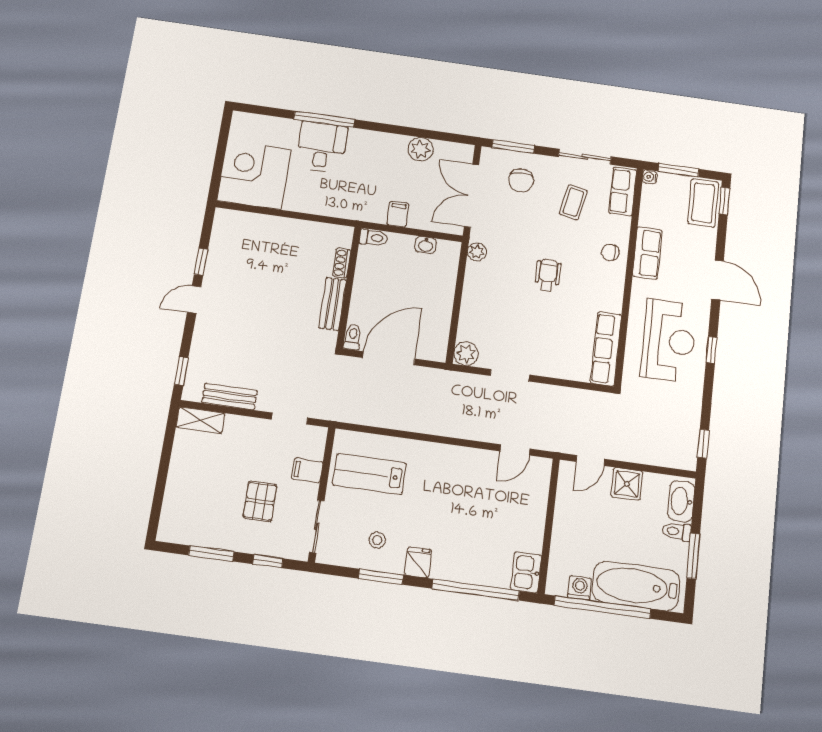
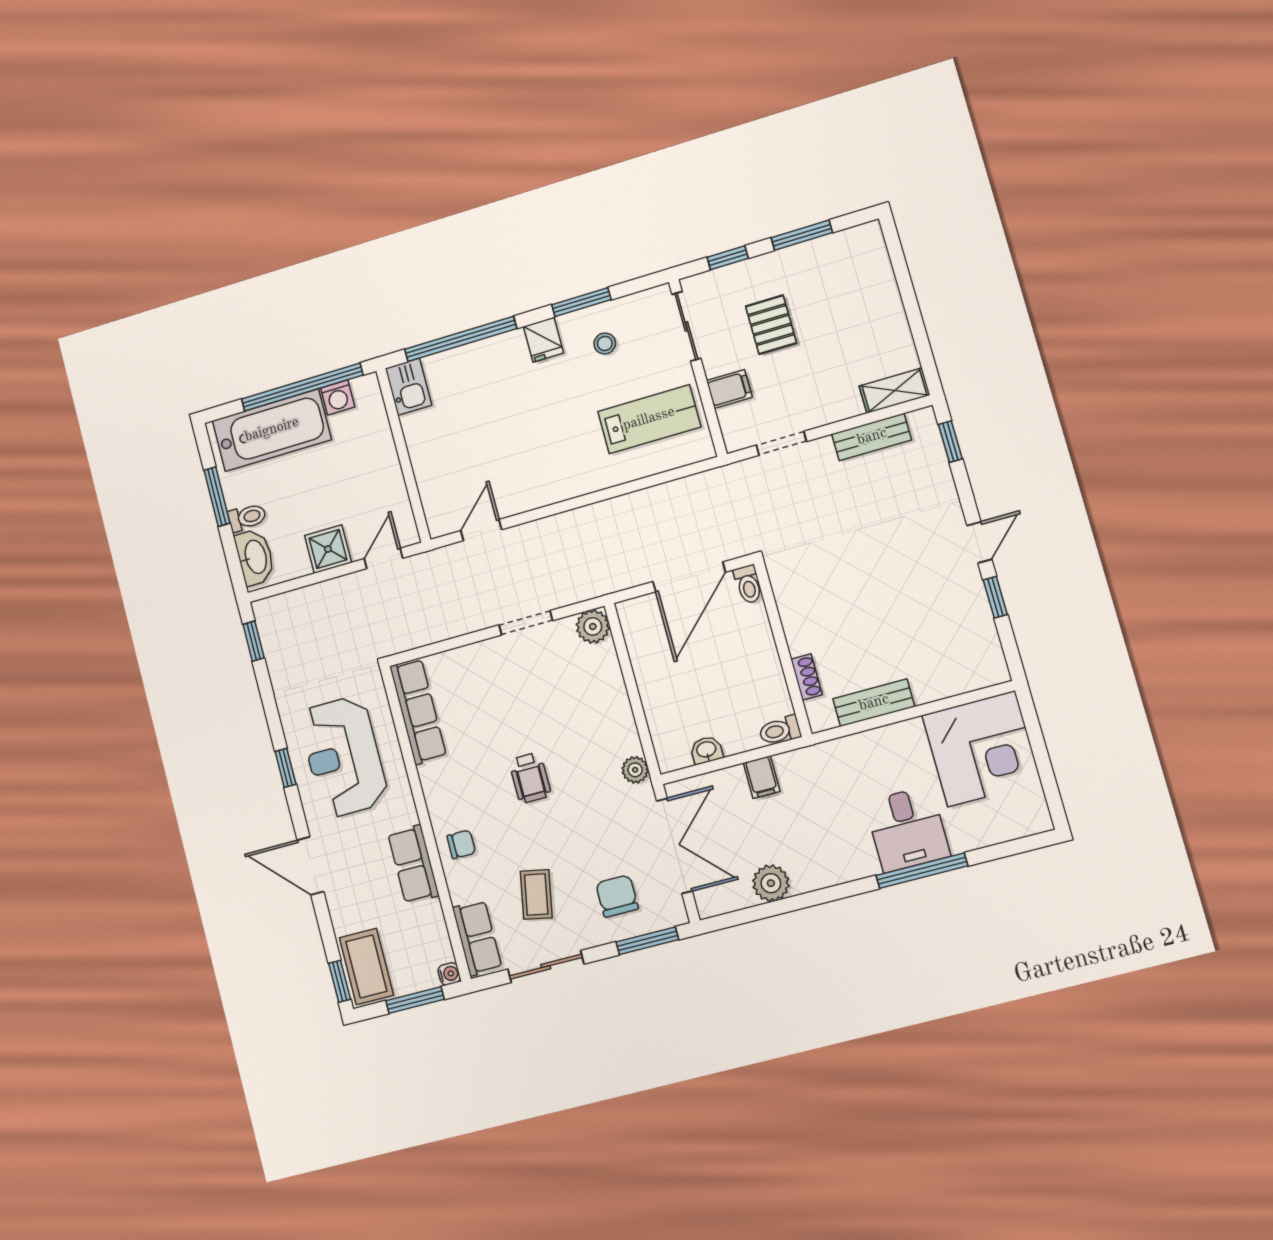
bench: (332, 304) -> (874, 703), moved, turned 90

